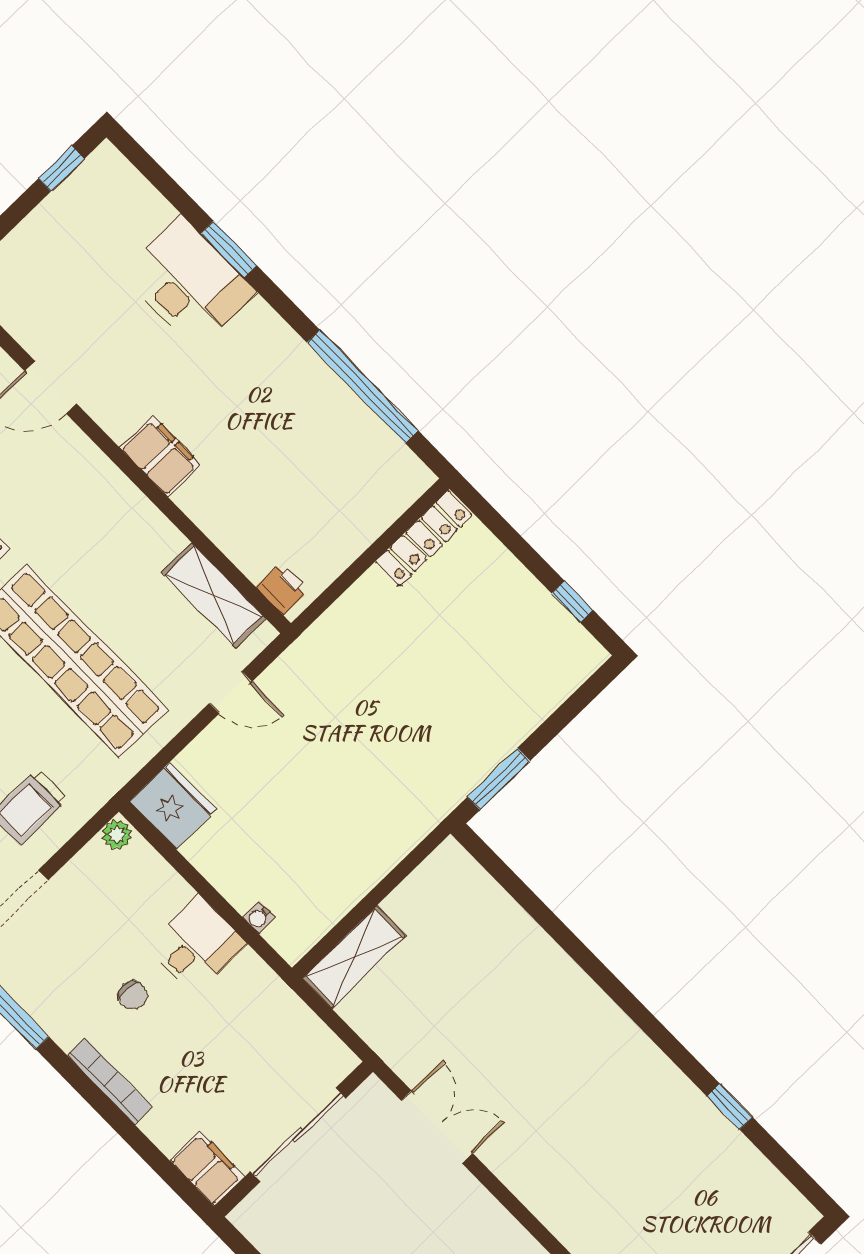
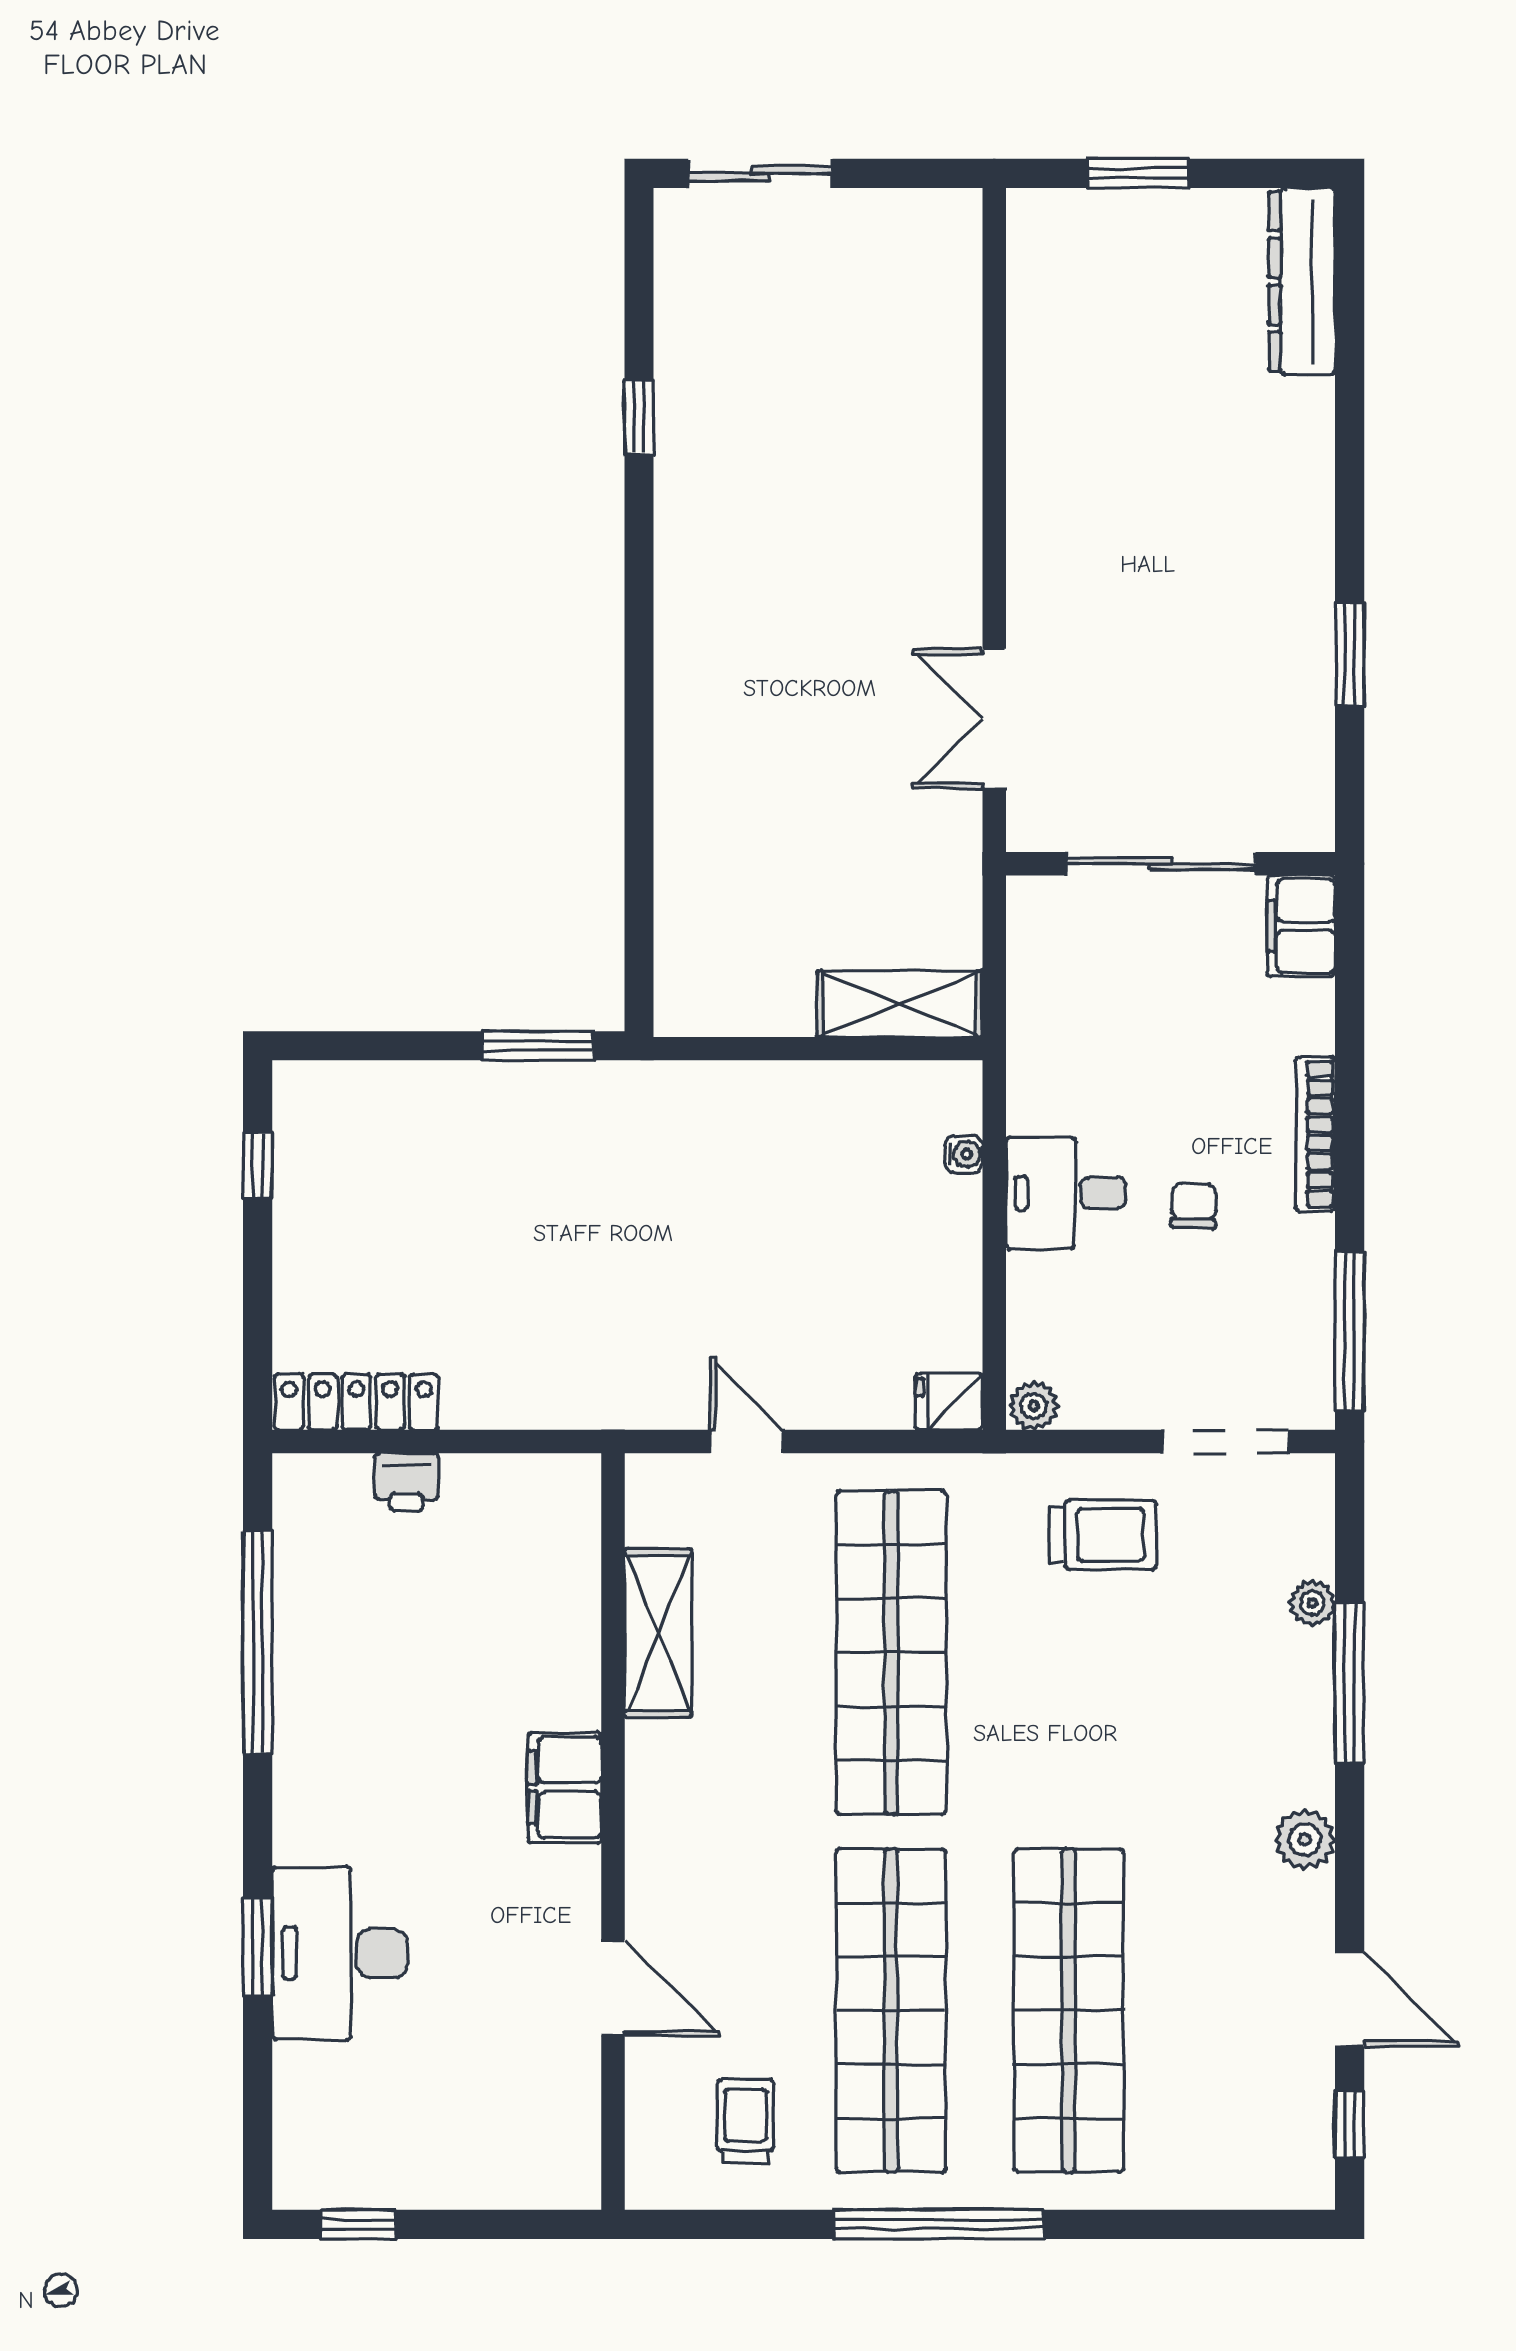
printer: (282, 588) -> (406, 1482), moved, turned -90
shelving: (214, 595) -> (658, 1633), moved
fridge: (173, 806) -> (949, 1402), width x0.53, depth x0.75

